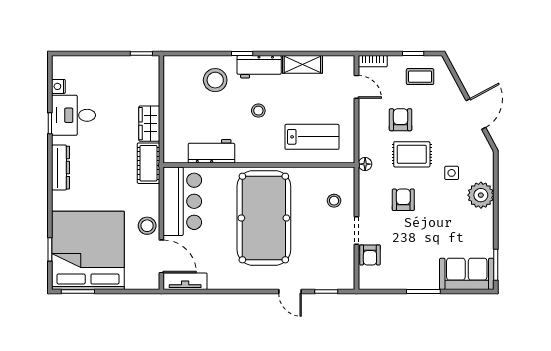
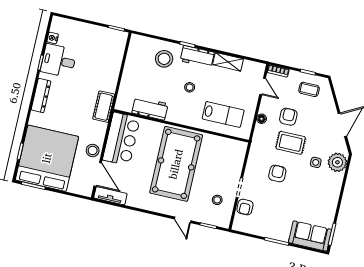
wardrobe: (149, 124) -> (111, 79), removed
floor lamp: (365, 164) -> (262, 119), moved
plant: (481, 195) -> (337, 162), moved
stool: (334, 201) -> (217, 200), moved

